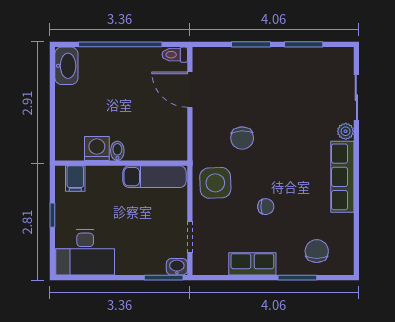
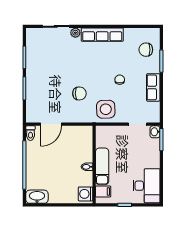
washing machine: (97, 148) -> (86, 194), moved
exam couch: (154, 177) -> (102, 166), moved

